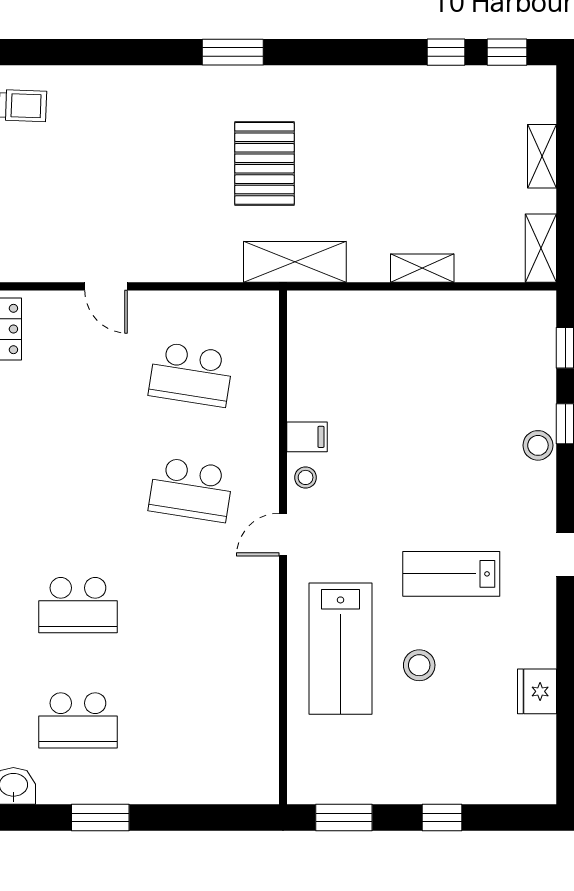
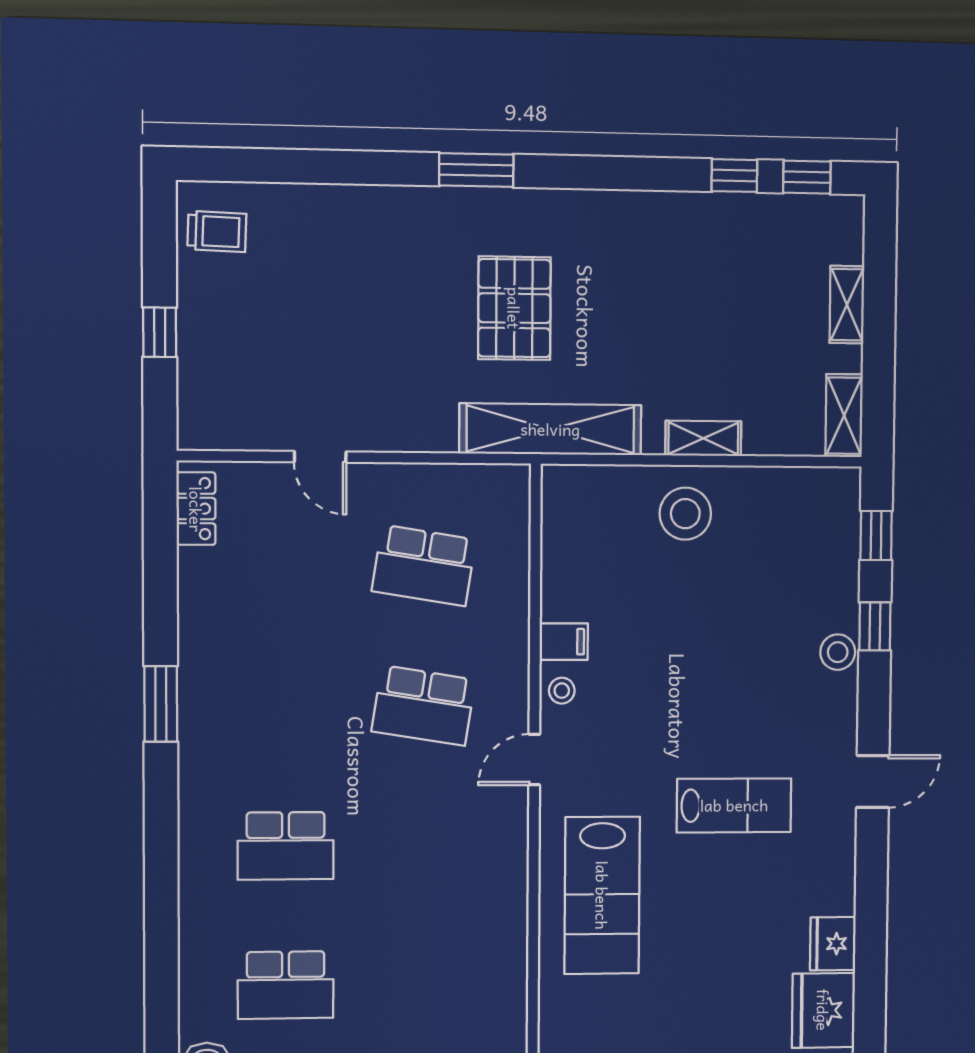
shelving: (295, 262) -> (550, 429), width x1.47
lab bench: (451, 574) -> (734, 805), turned 180
stool: (419, 665) -> (685, 514), moved, width x1.38, depth x1.38
fridge: (530, 748) -> (823, 1010), added

